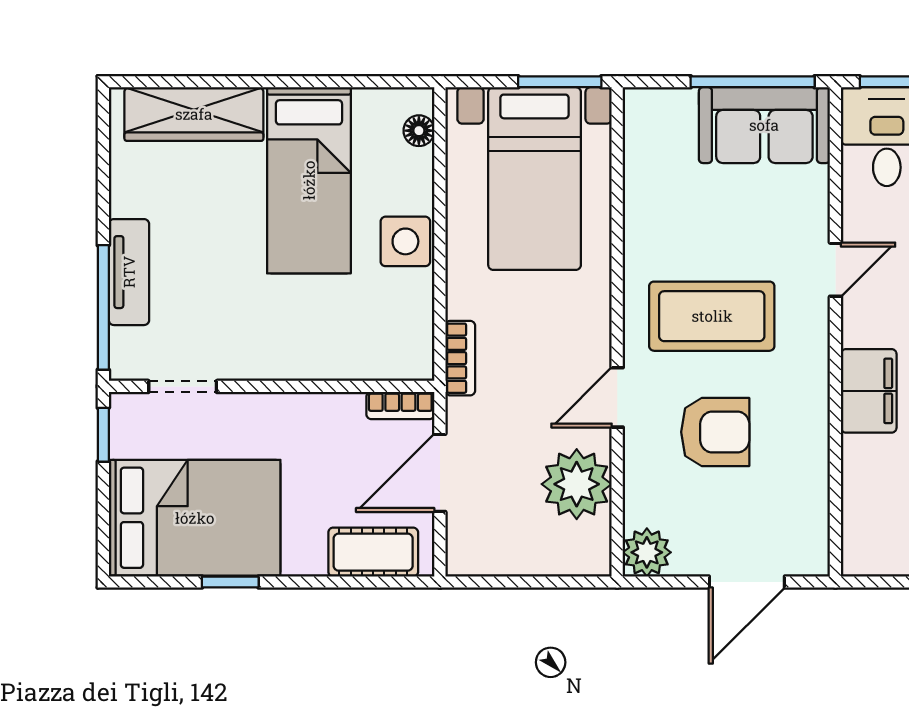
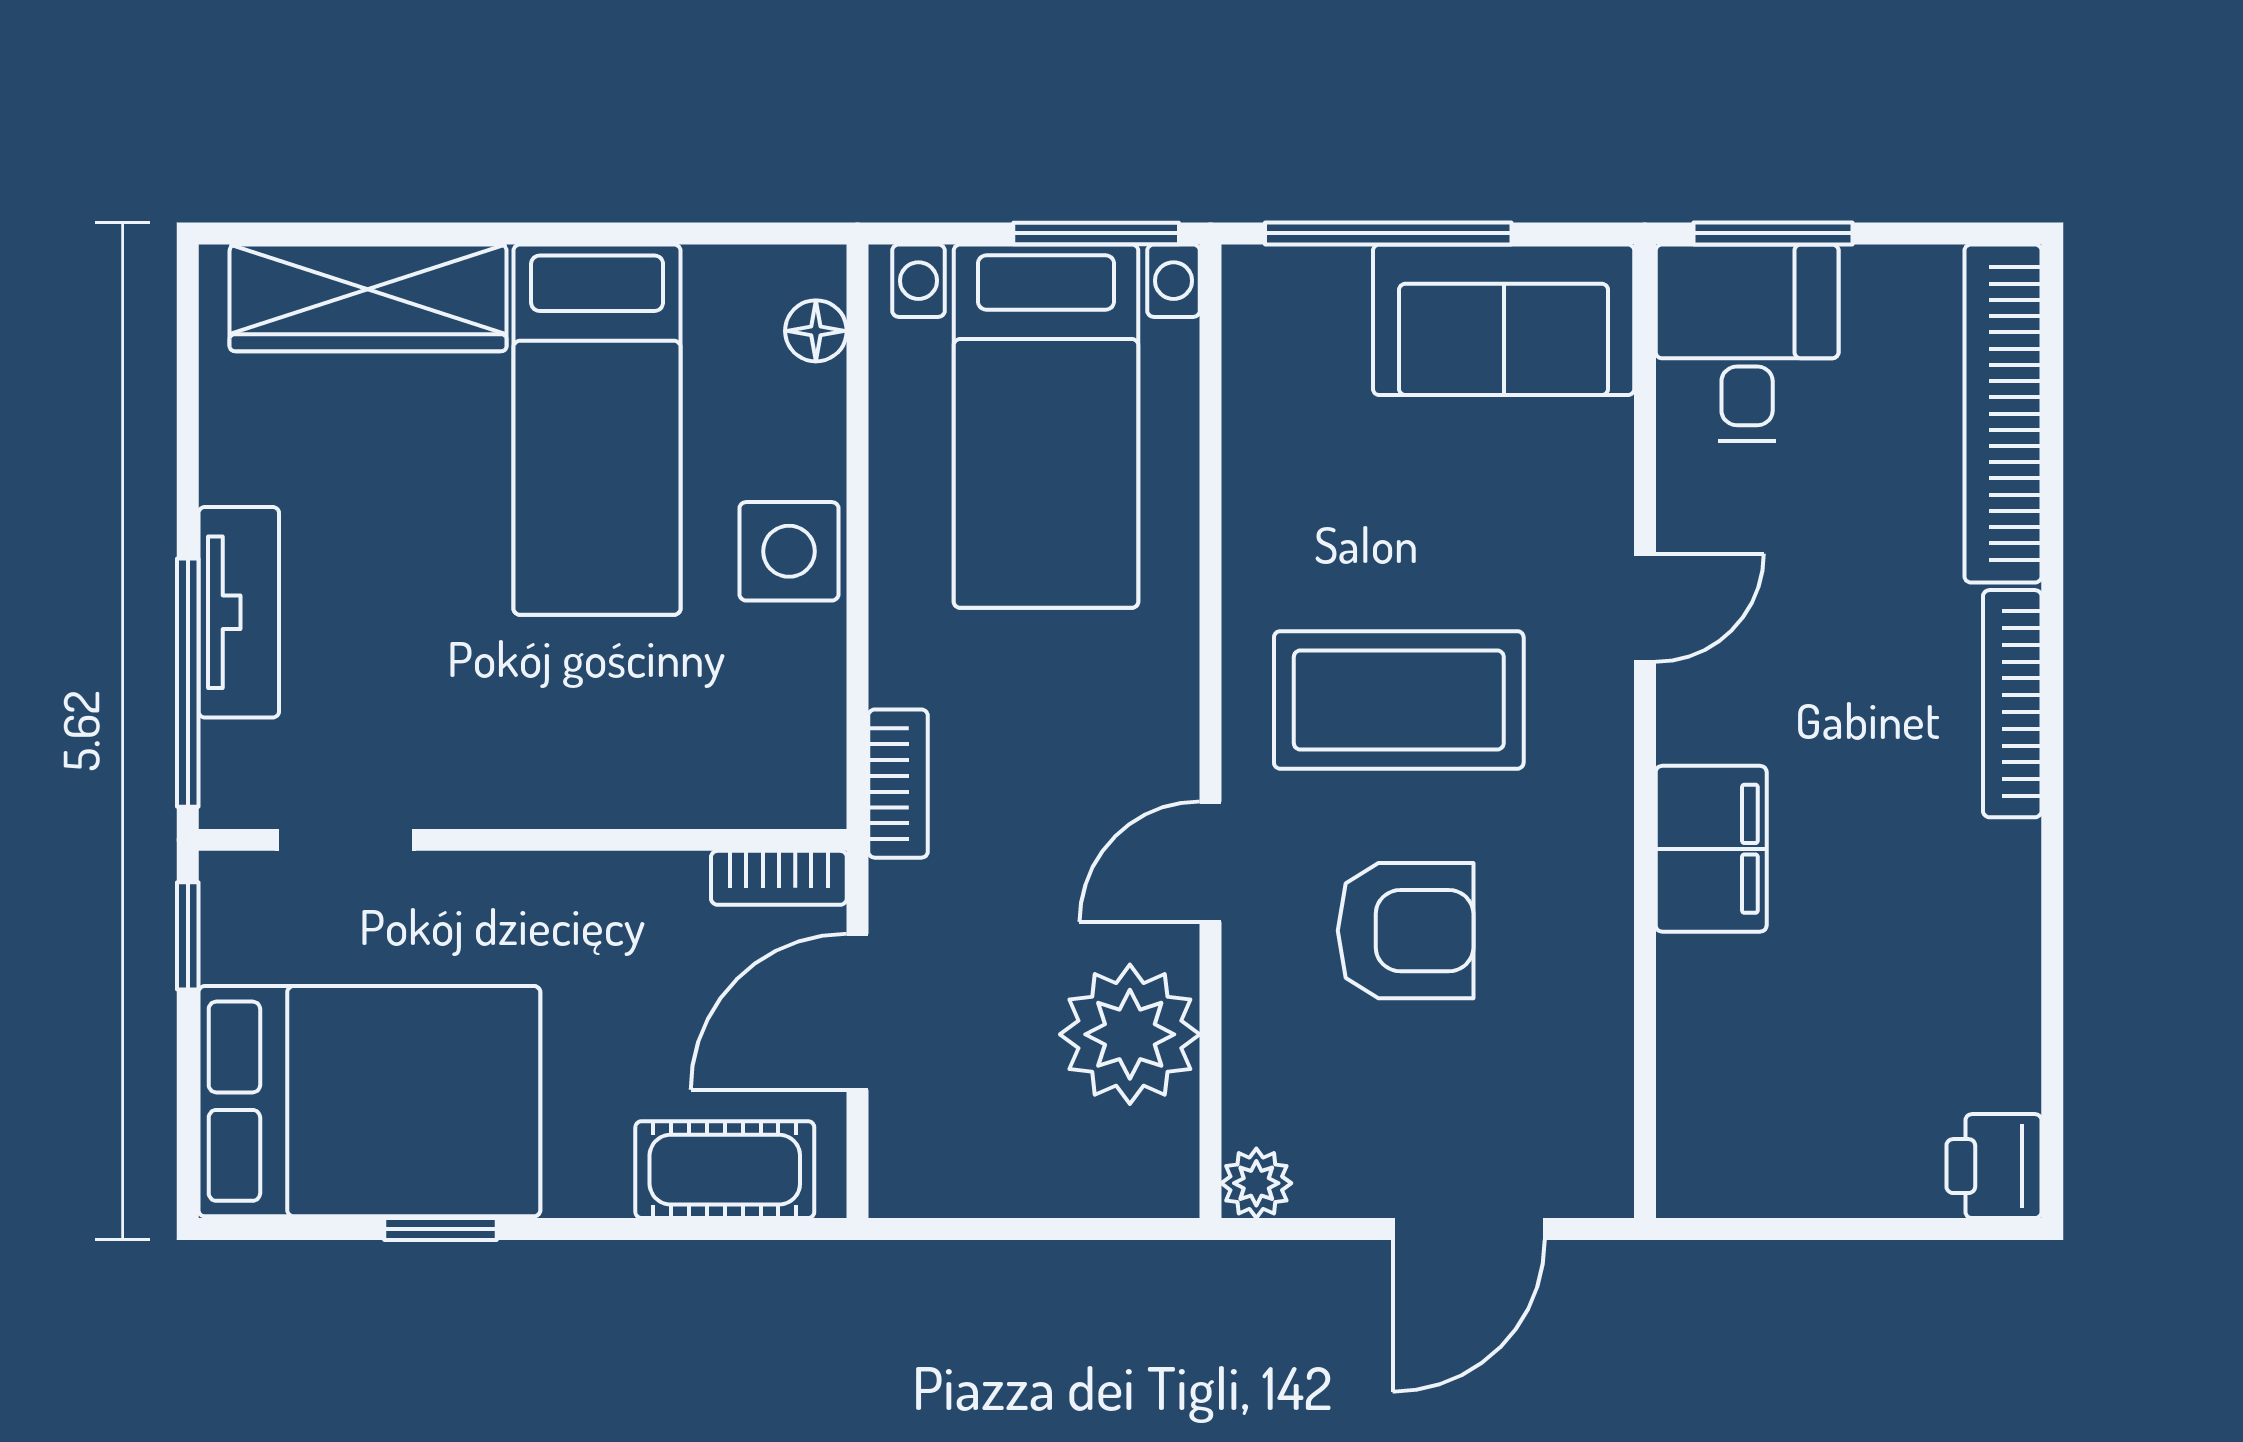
window: (753, 82) -> (1388, 233), moved
plant: (647, 552) -> (1256, 1183), width x0.73, depth x0.73

